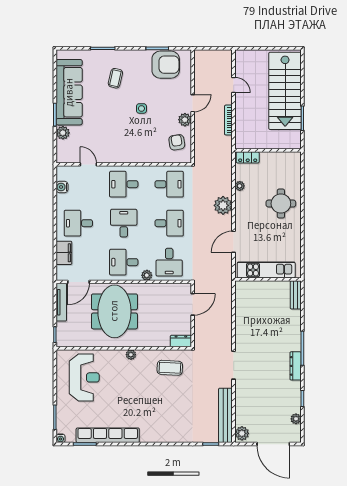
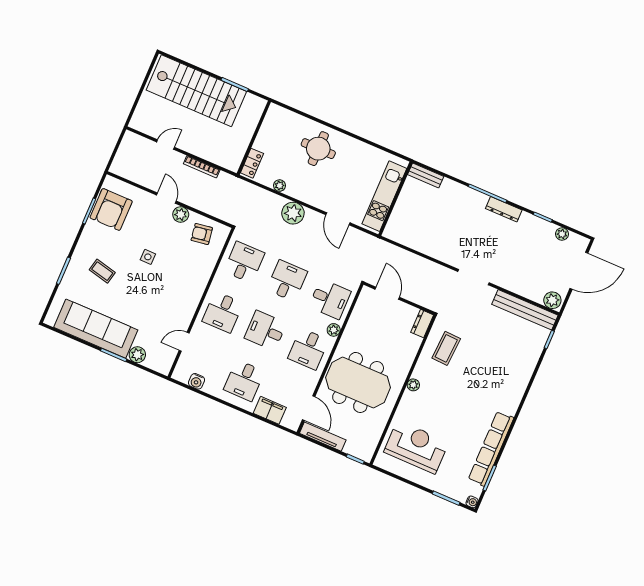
armchair: (166, 65) -> (111, 209), turned 180

